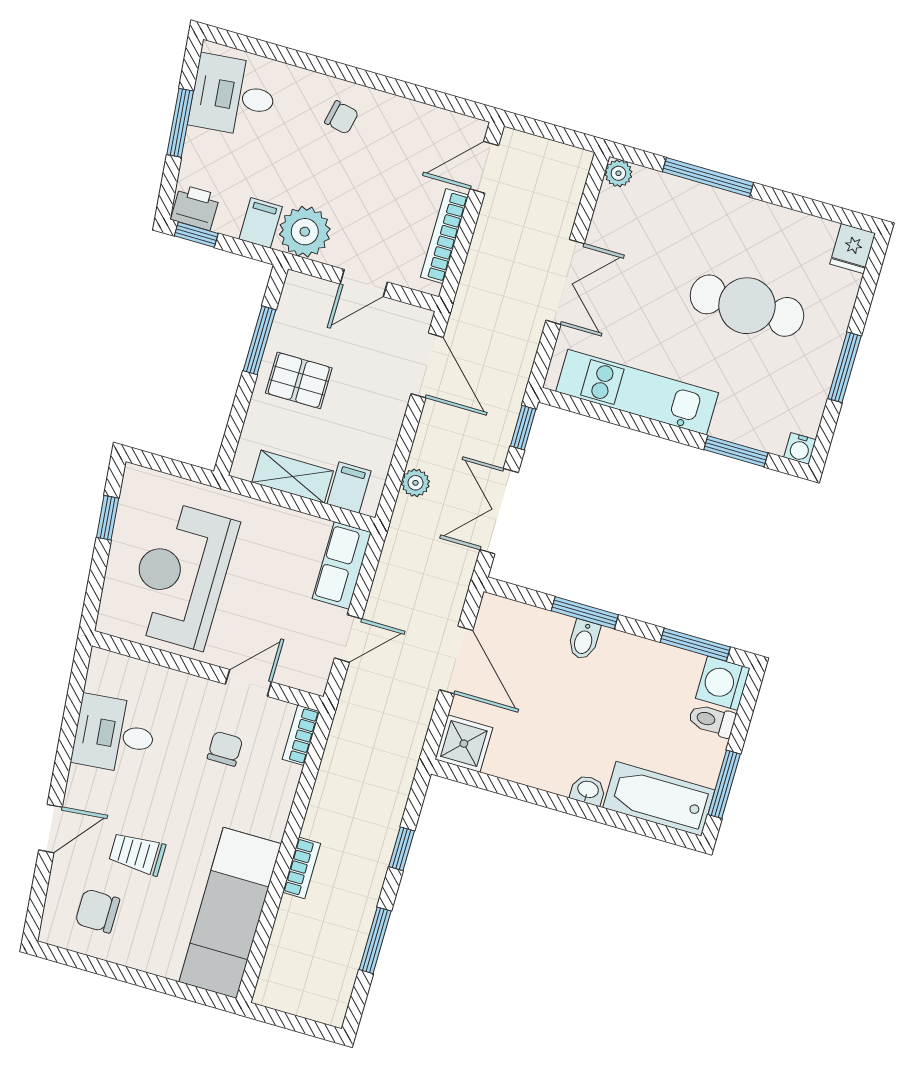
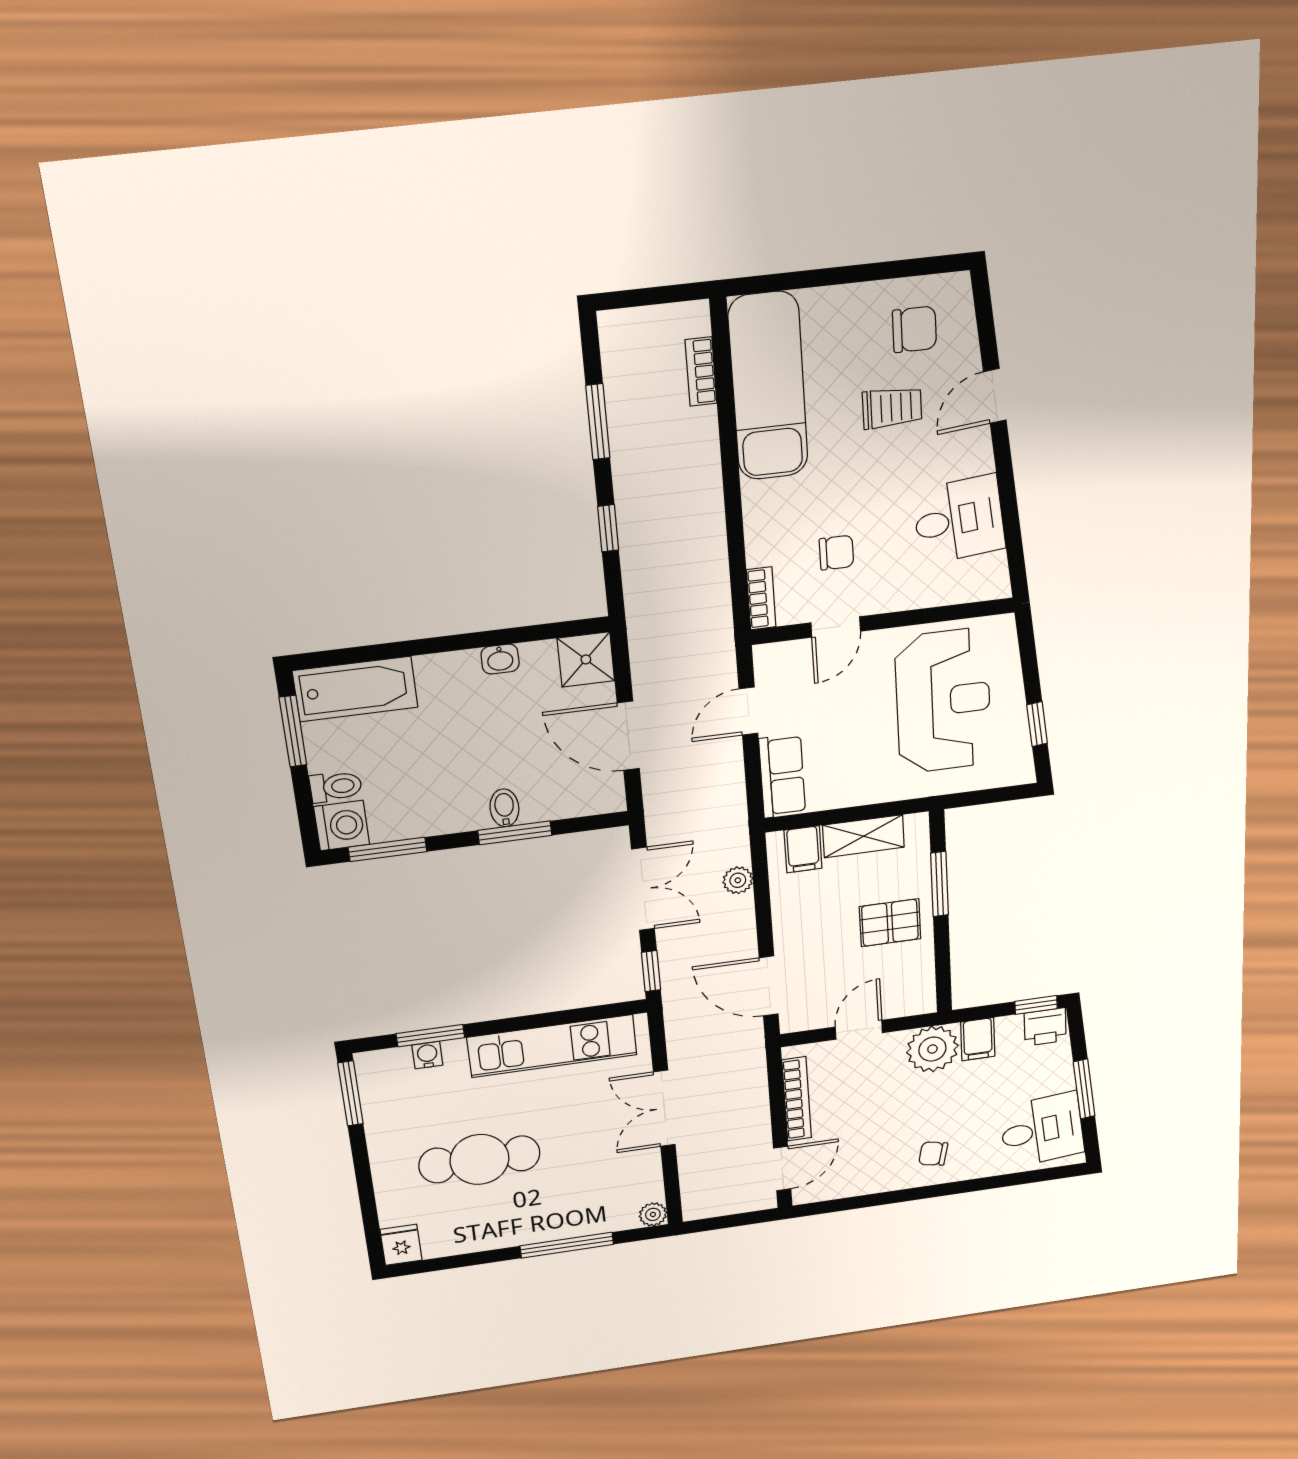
window: (260, 340) -> (939, 884), moved
window: (845, 367) -> (350, 1094), moved
water cooler: (800, 448) -> (427, 1055), moved
chair: (225, 749) -> (836, 553), turned -90
washbasin: (588, 790) -> (500, 659), moved
bookcase: (302, 868) -> (701, 372), moved

